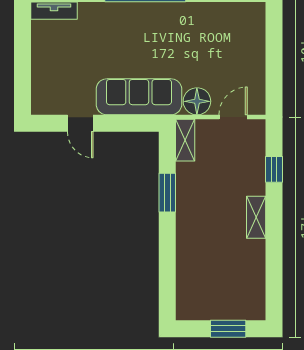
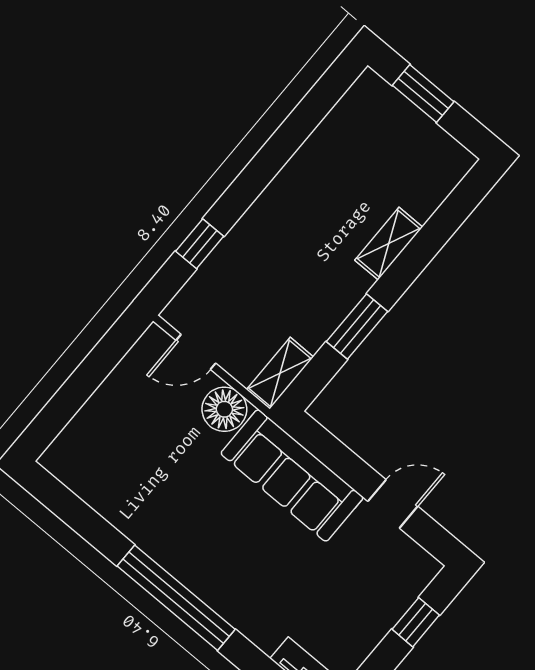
window: (23, 77) -> (416, 622), added
door: (80, 123) -> (393, 504), hinge flipped
shelving: (256, 217) -> (389, 244), moved

